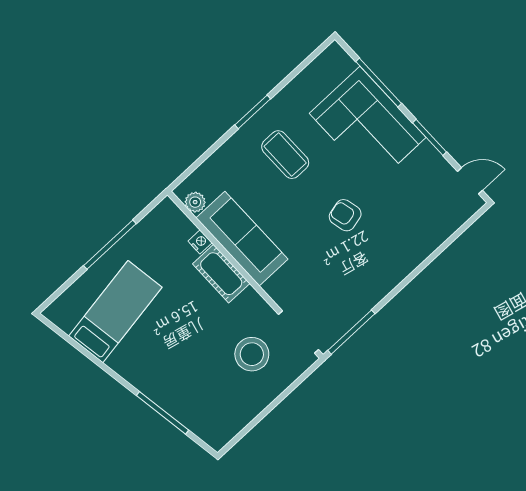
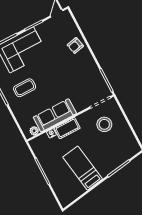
armchair: (345, 215) -> (75, 46), moved
bed: (115, 312) -> (83, 168), moved

